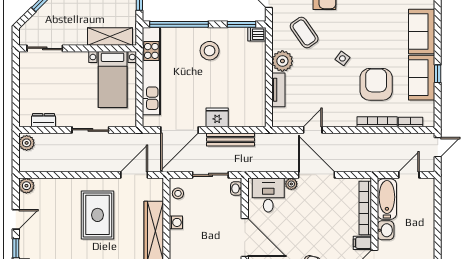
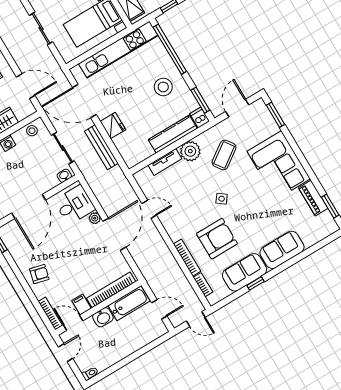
kitchen counter: (257, 68) -> (173, 134), added

